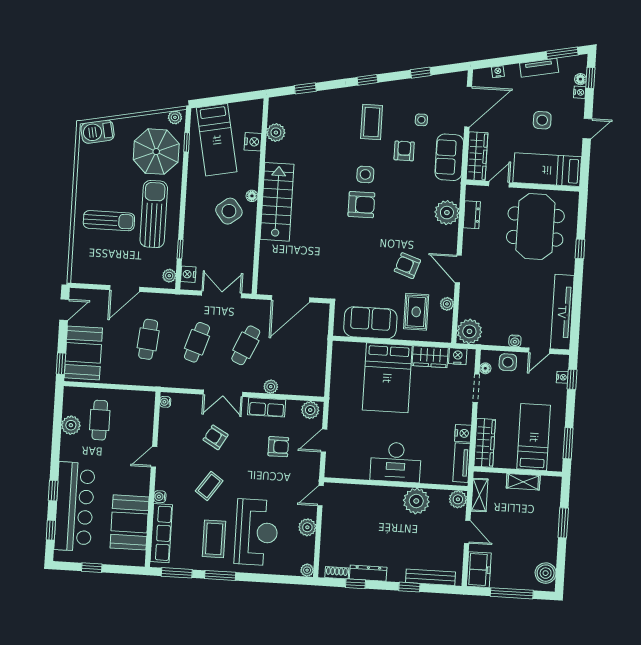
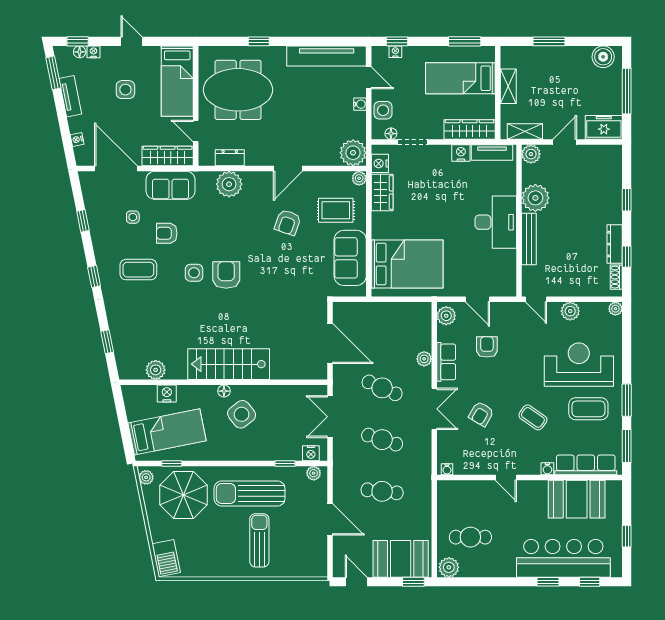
plant: (447, 304) -> (359, 178), moved
bed: (387, 378) -> (407, 264), moved
plant: (71, 425) -> (449, 567), moved
bench: (430, 577) -> (529, 239), moved

